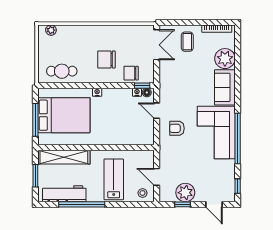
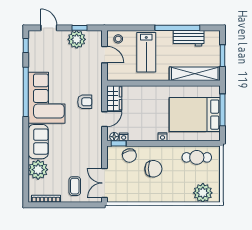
plant: (51, 30) -> (203, 193), width x1.88, depth x1.88
chair: (131, 73) -> (129, 155), turned 76
door: (157, 111) -> (104, 119), hinge flipped
wardrobe: (147, 132) -> (114, 98), added
workbench: (64, 194) -> (189, 38), width x0.73

